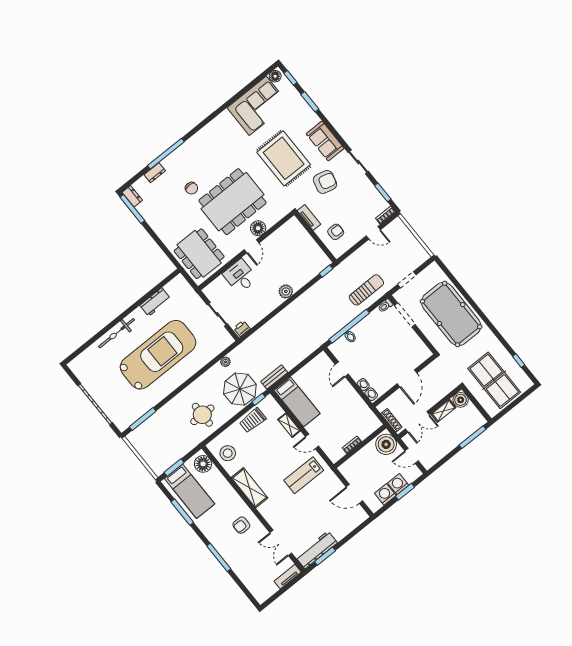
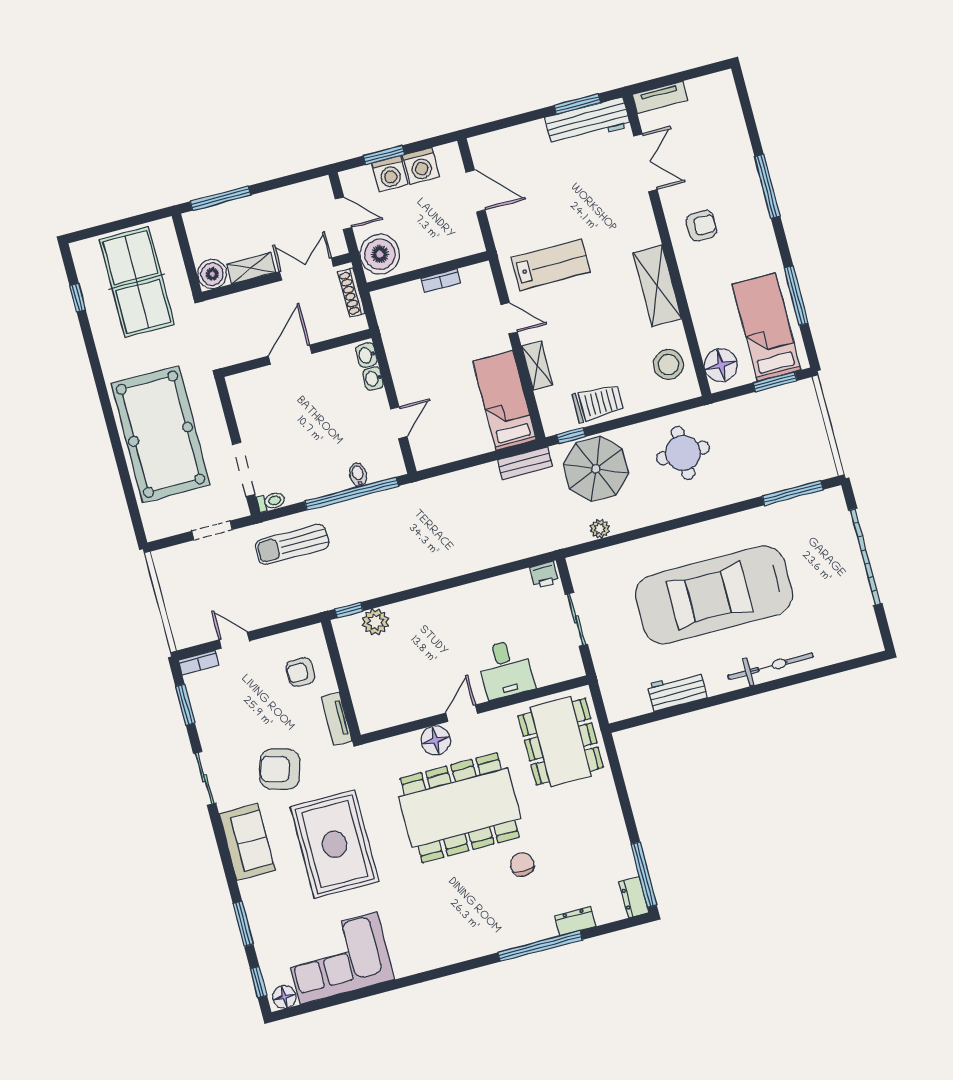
plant: (286, 291) -> (375, 622), moved

